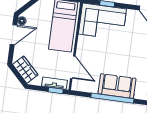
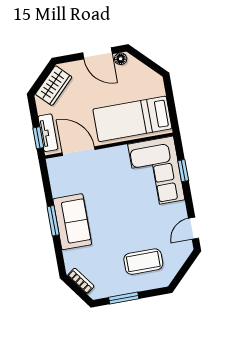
door: (73, 67) -> (79, 151), swing flipped
window: (112, 98) -> (53, 221), width x0.47

